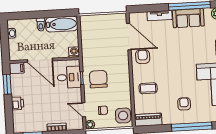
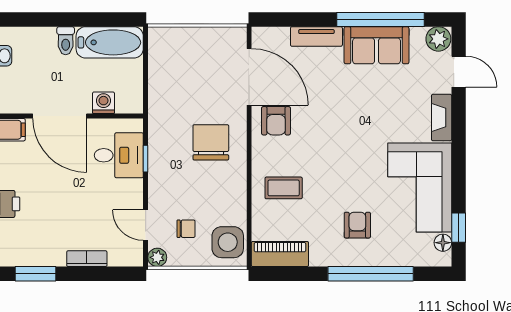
washing machine: (74, 52) -> (103, 103), moved
armchair: (143, 57) -> (276, 121), turned 180
chair: (98, 79) -> (211, 142), moved

